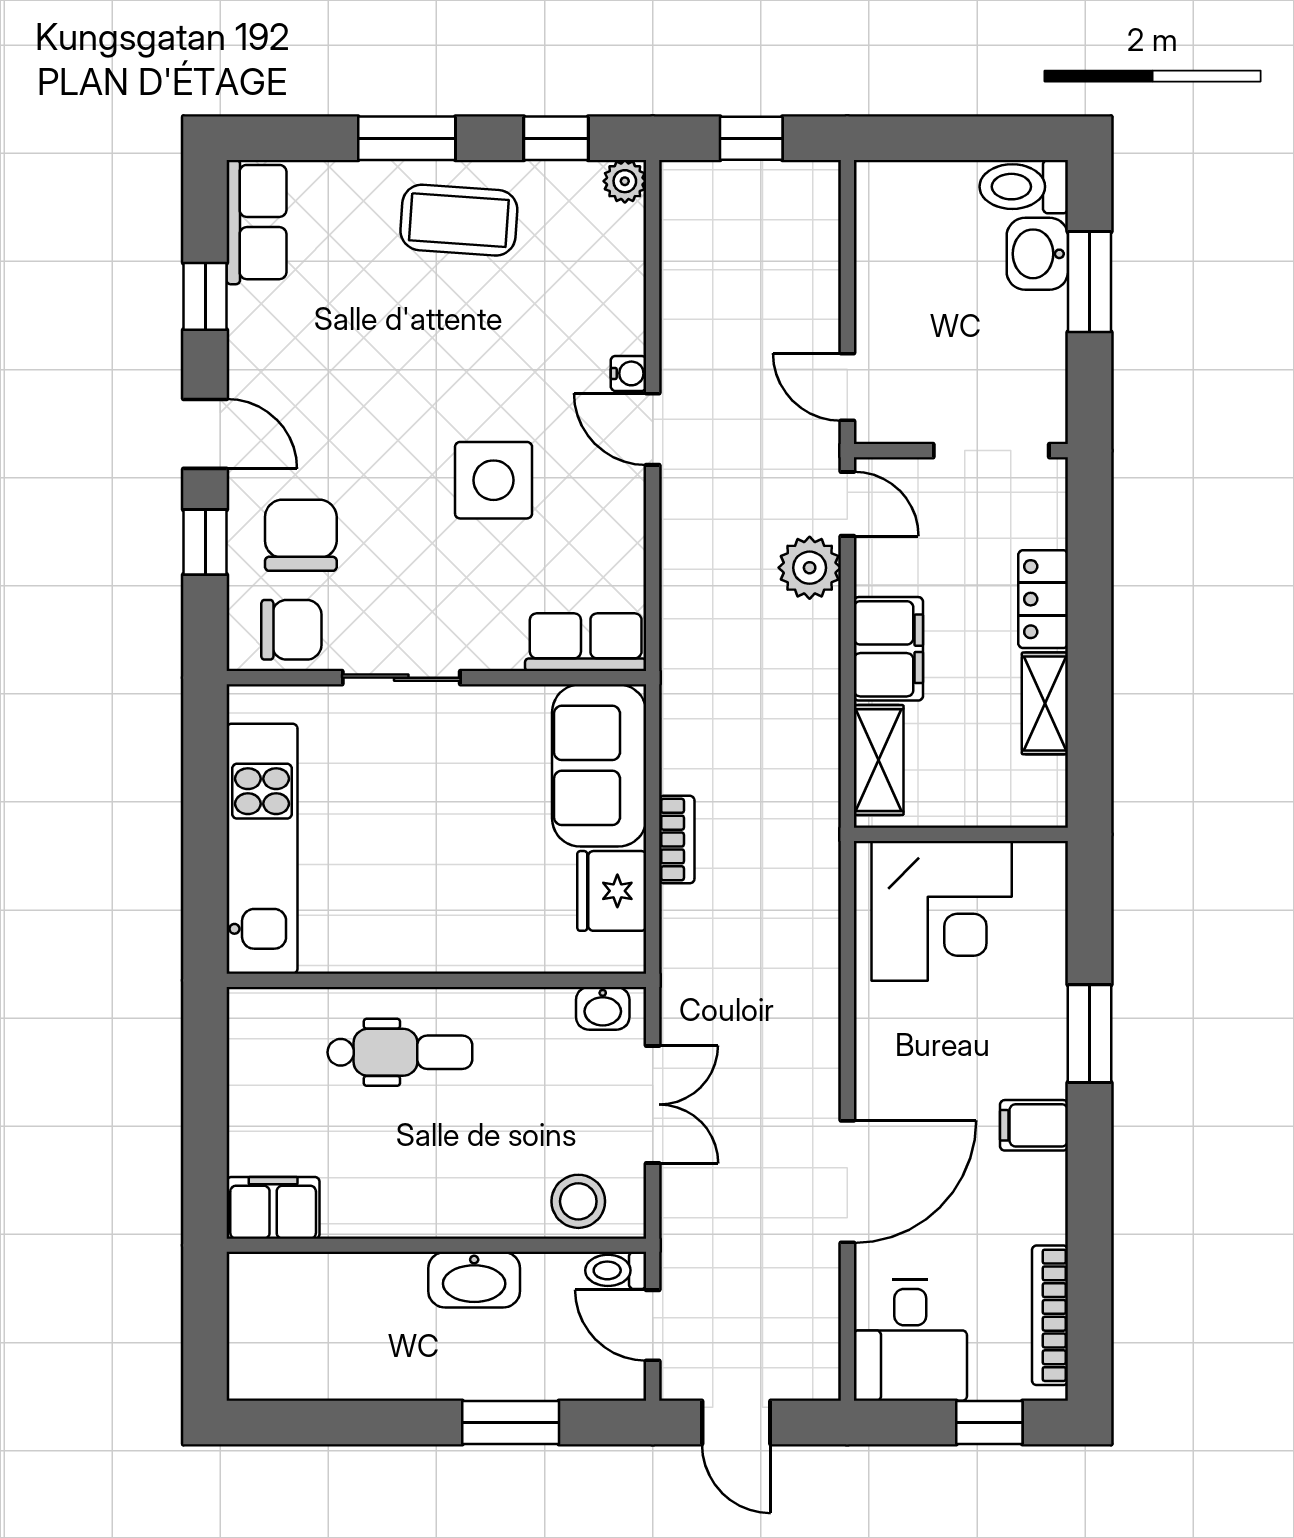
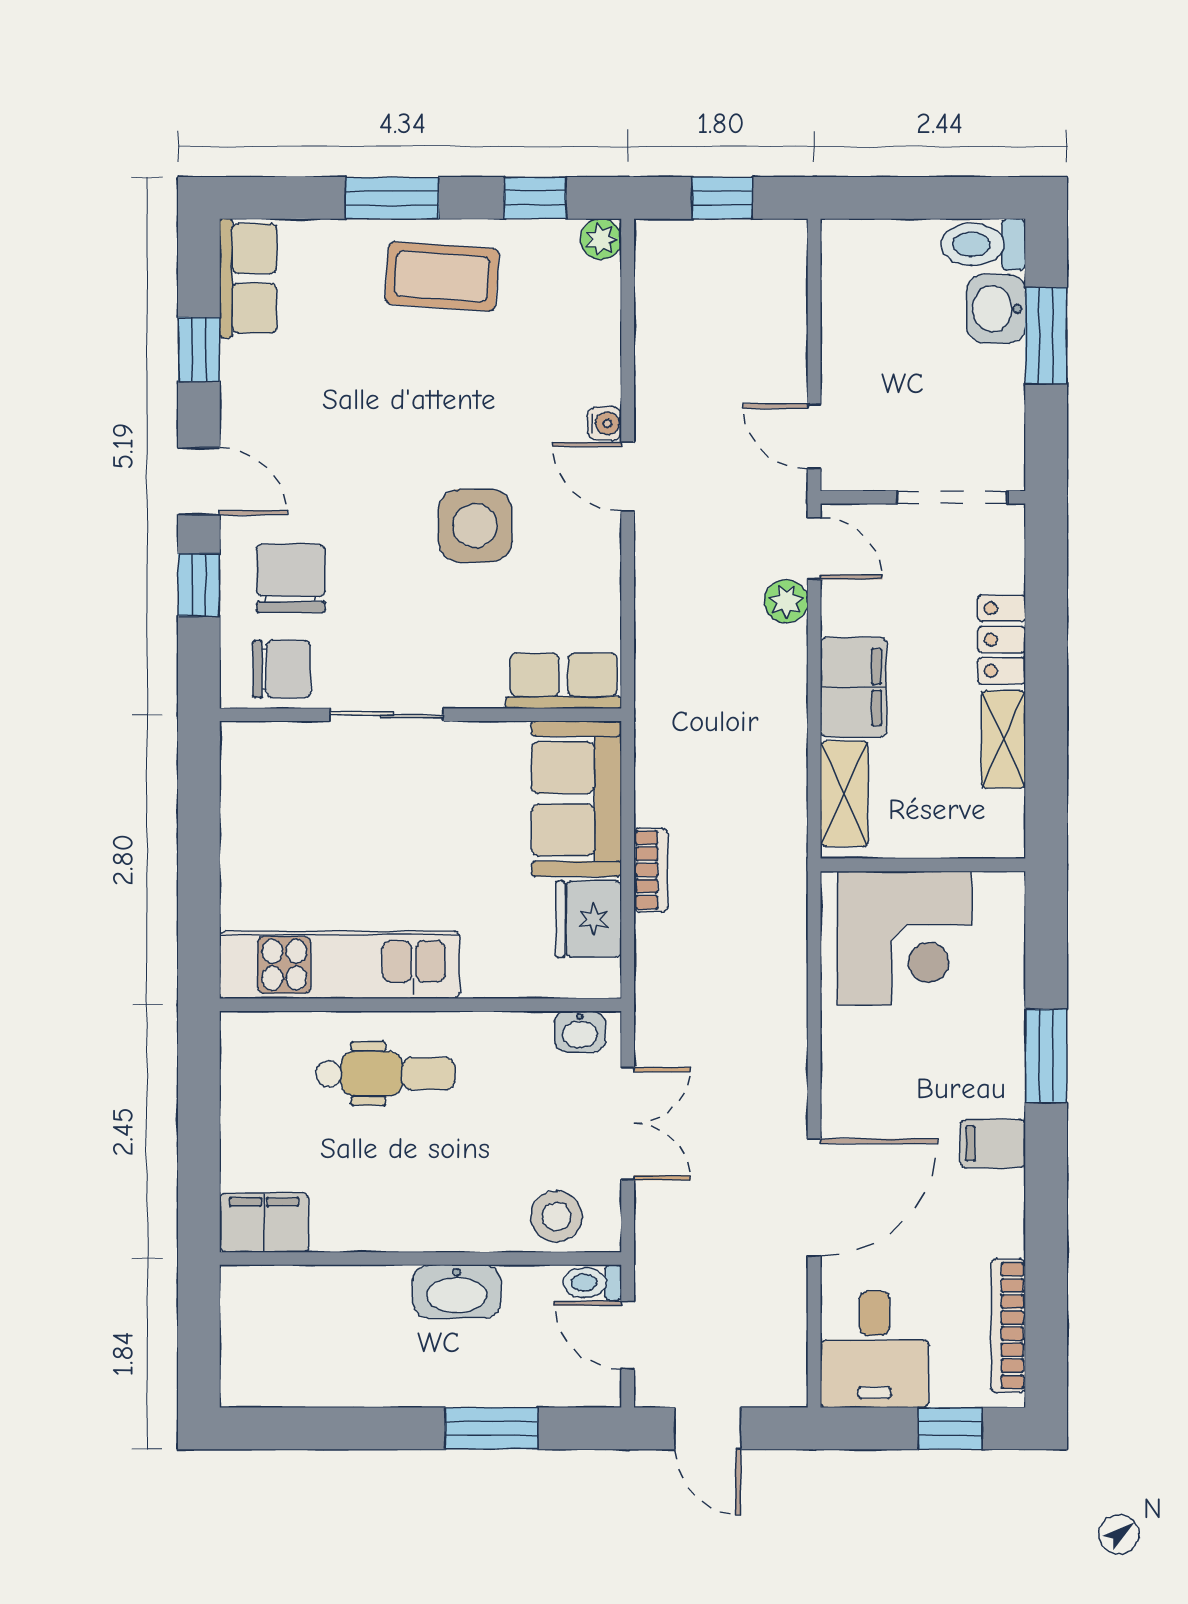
plant: (810, 568) -> (786, 601), width x0.73, depth x0.73
kitchen unit: (262, 849) -> (340, 965), moved, turned -90

